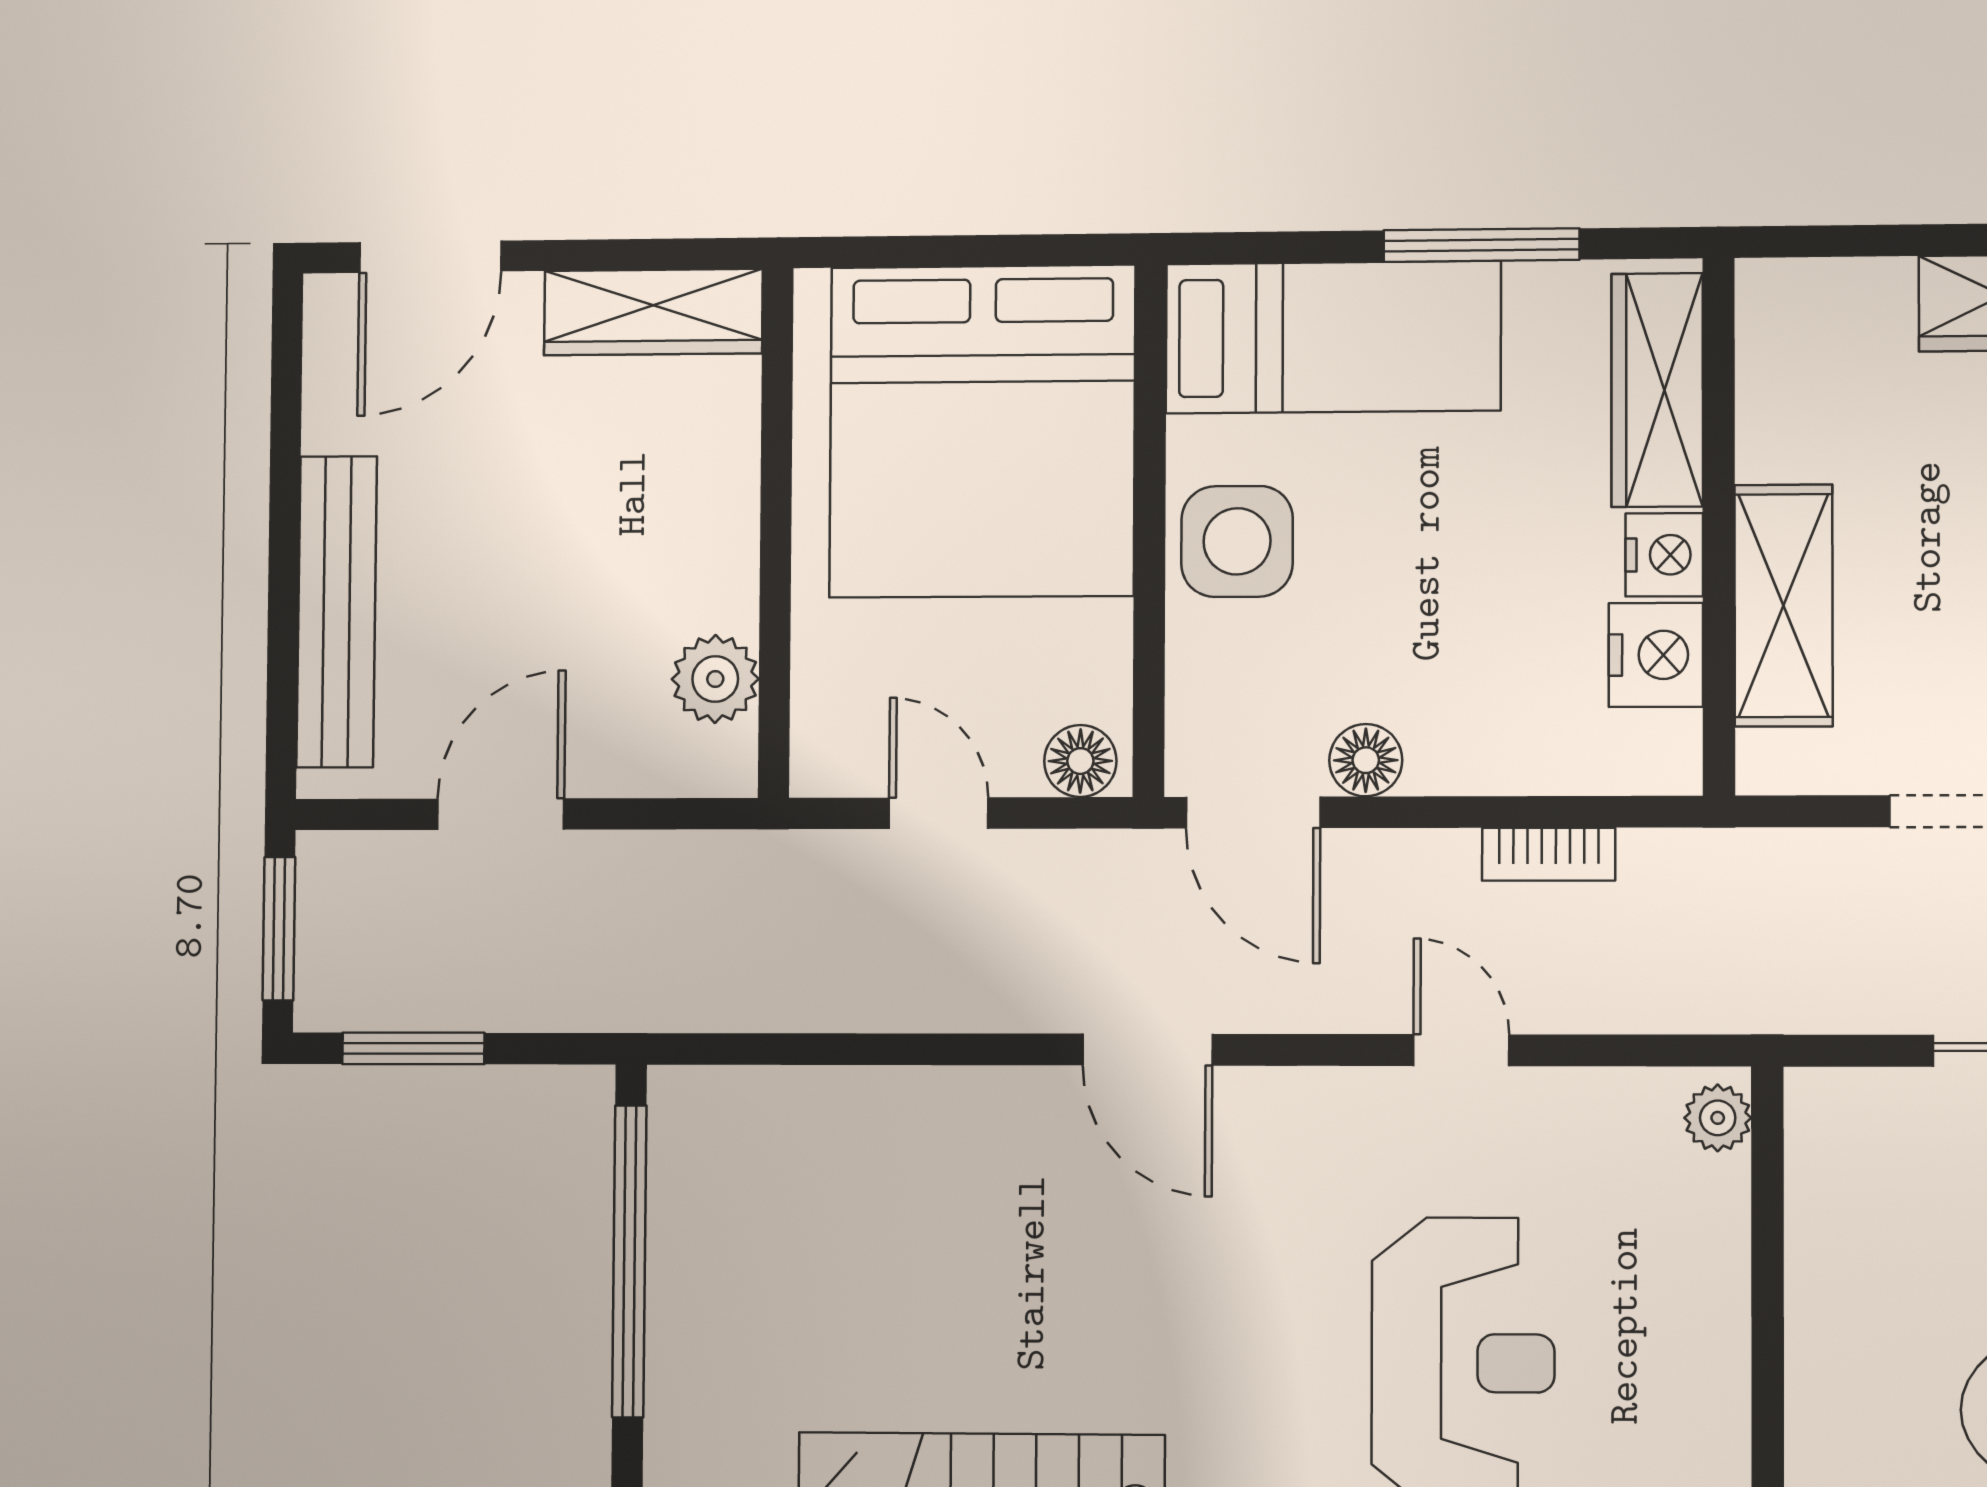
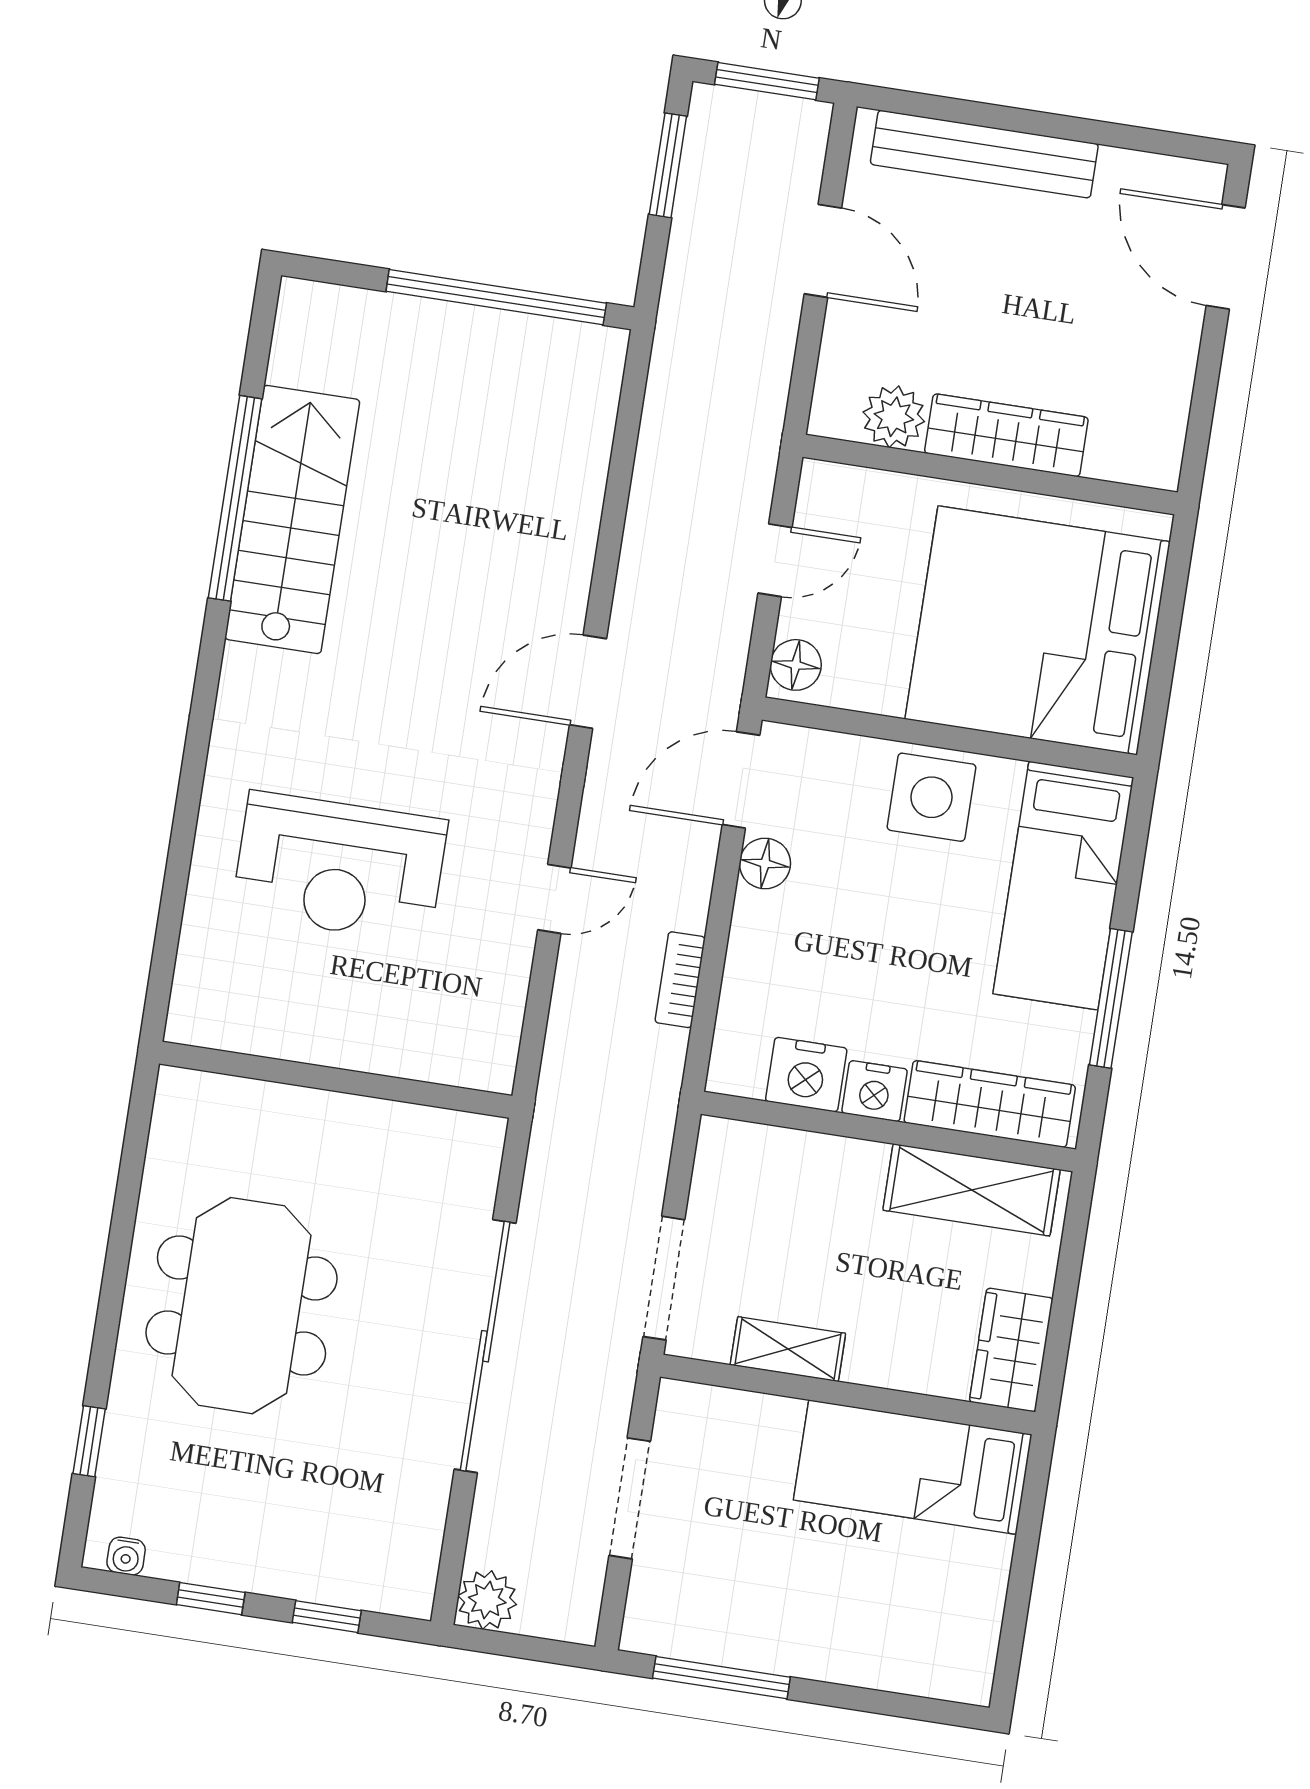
wardrobe: (653, 312) -> (1006, 435), moved, turned 90
shelving: (1784, 606) -> (972, 1190), moved
plant: (1718, 1118) -> (481, 1067), removed

